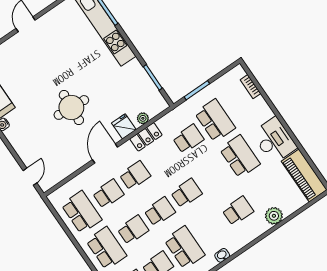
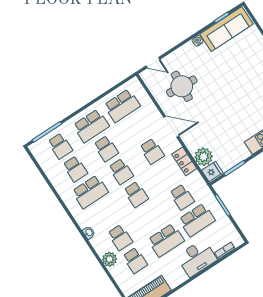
round table: (71, 107) -> (182, 86), moved
plant: (143, 118) -> (204, 157), width x1.88, depth x1.88
fridge: (124, 126) -> (212, 171), moved
desk: (274, 140) -> (197, 258), moved
school desk: (108, 194) -> (135, 260), moved
plant: (274, 216) -> (110, 259), moved
washbasin: (222, 255) -> (89, 233), moved

